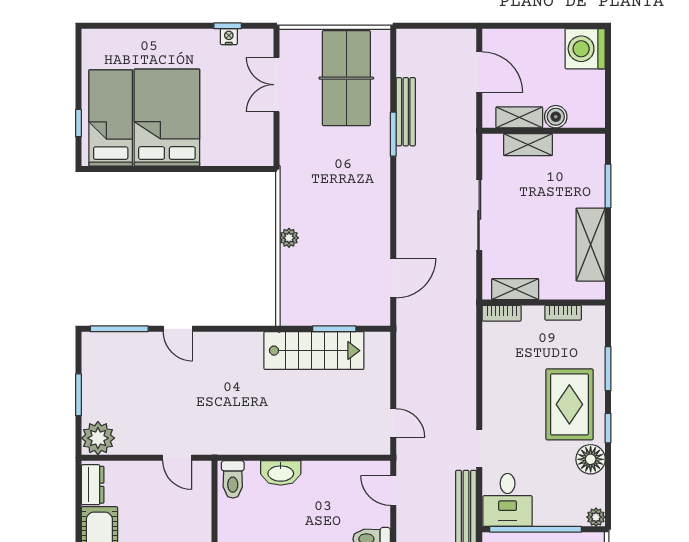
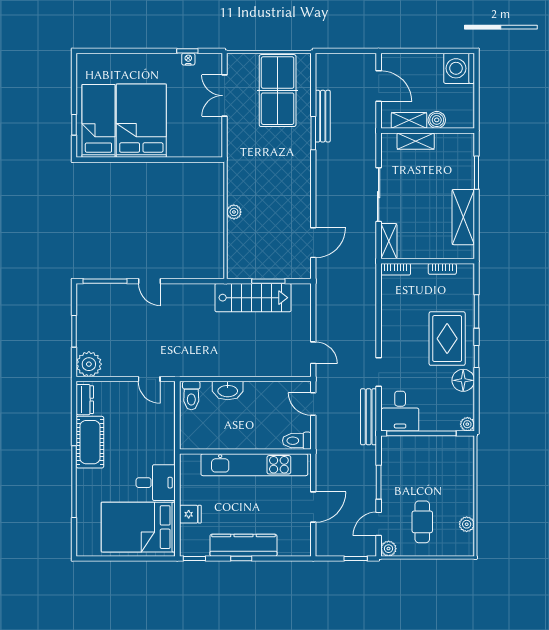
shelving: (515, 289) -> (389, 241), moved, turned 90

